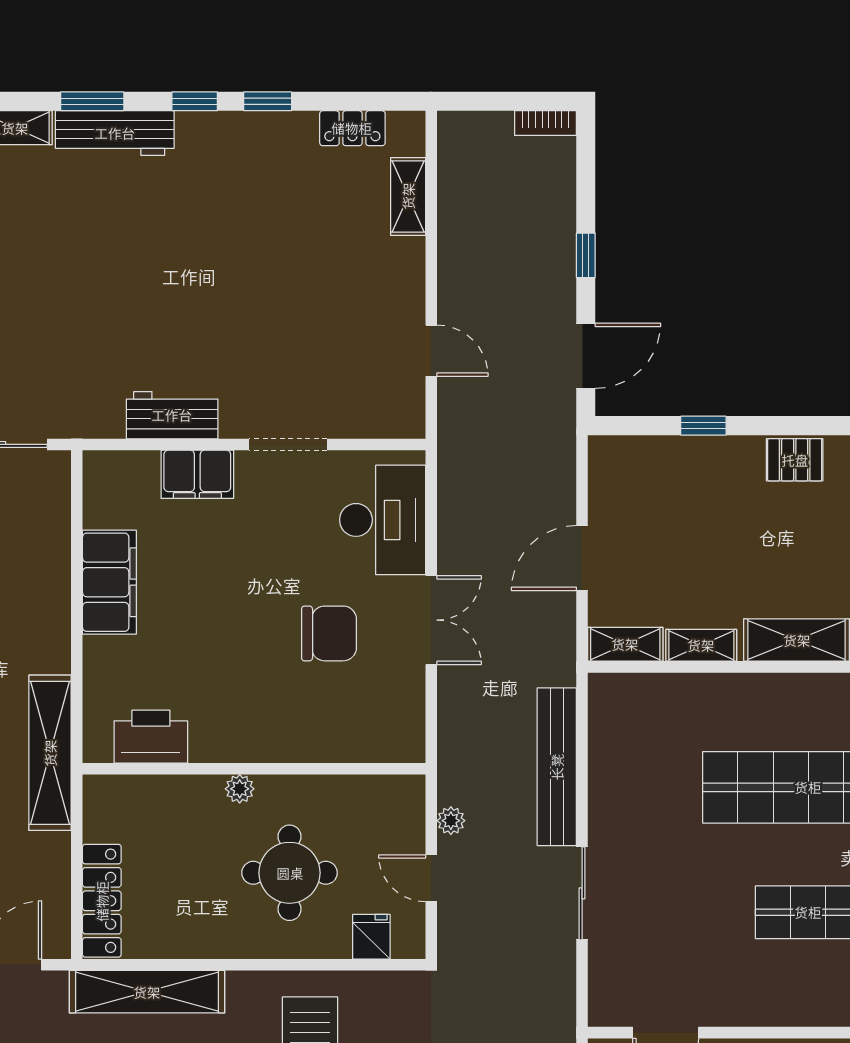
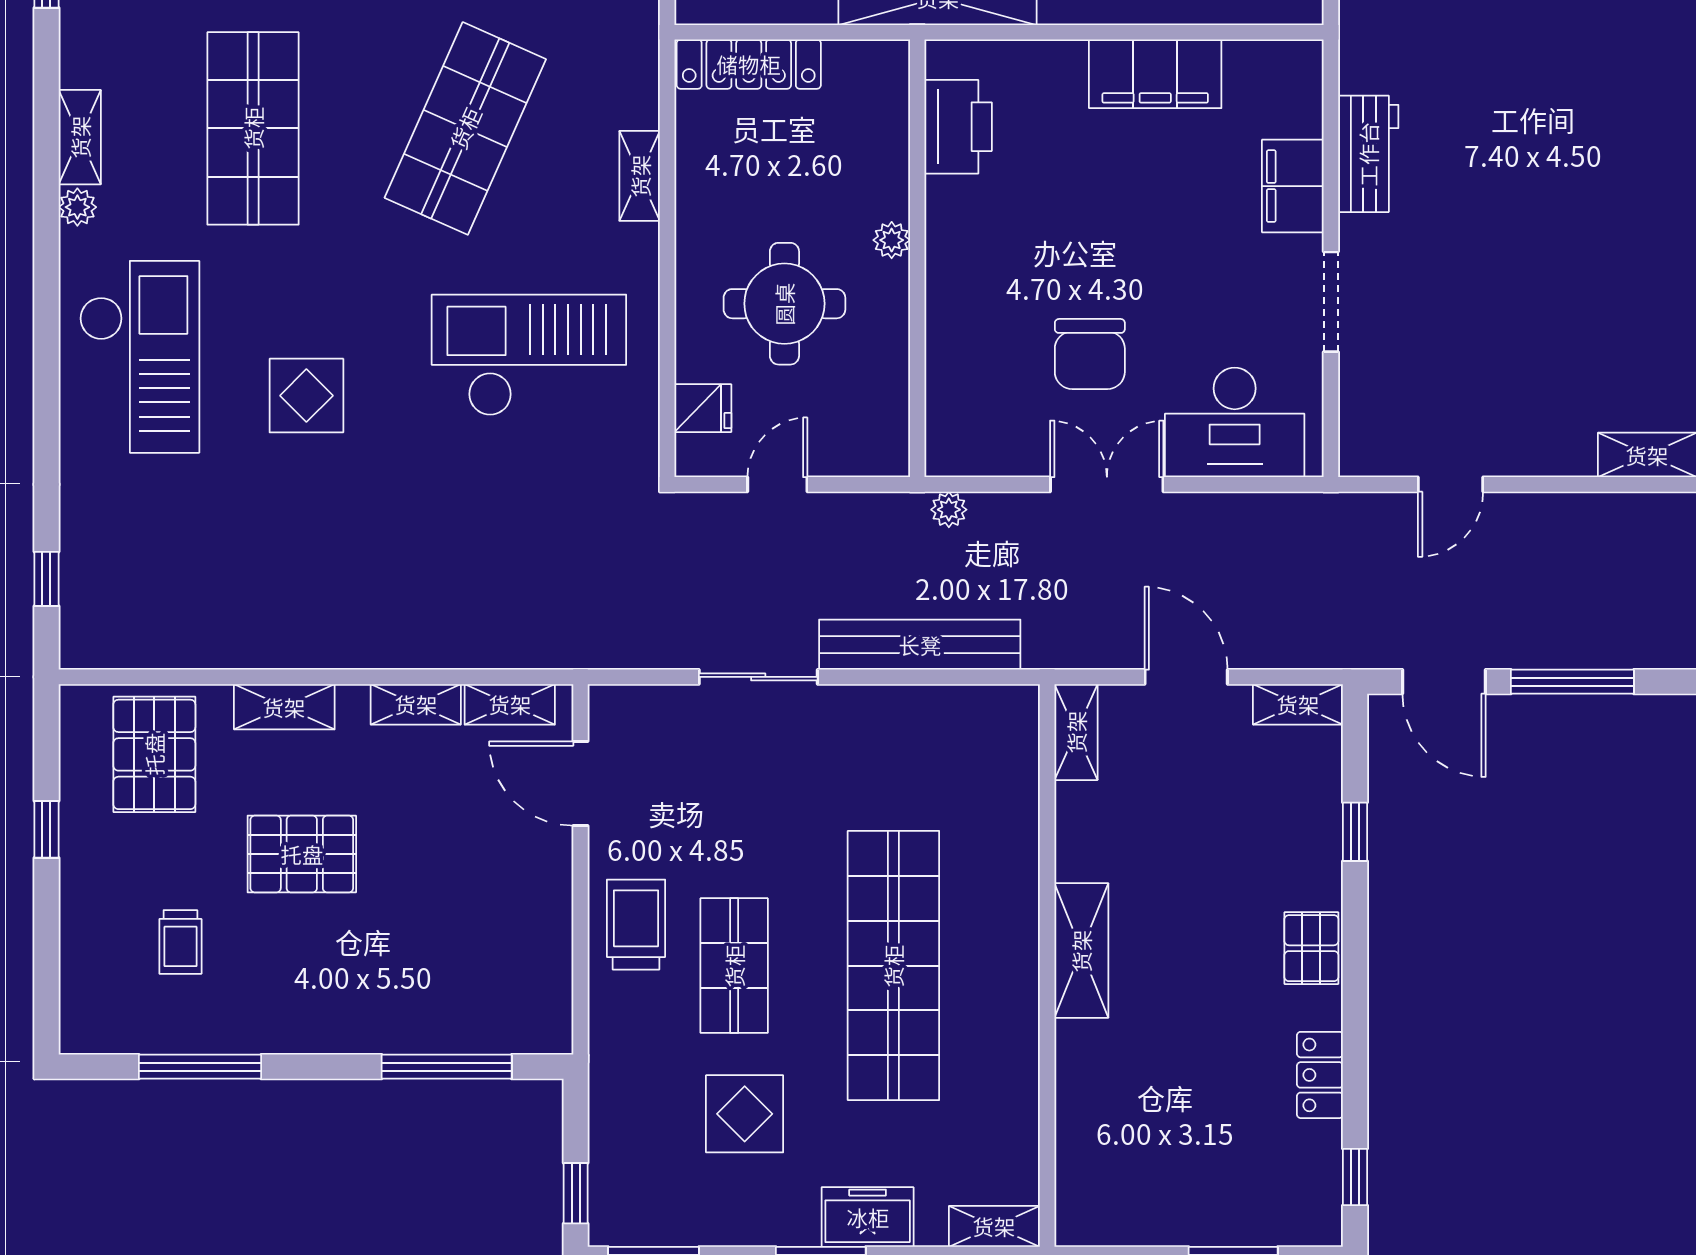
window: (586, 255) -> (1572, 682), width x2.17
double door: (431, 620) -> (1107, 484), swing flipped
shelving: (701, 645) -> (1298, 704), moved, turned 90
plant: (451, 821) -> (949, 510), moved
trolley: (776, 989) -> (636, 925), added
shelving: (147, 992) -> (640, 176), width x0.45, depth x0.75

